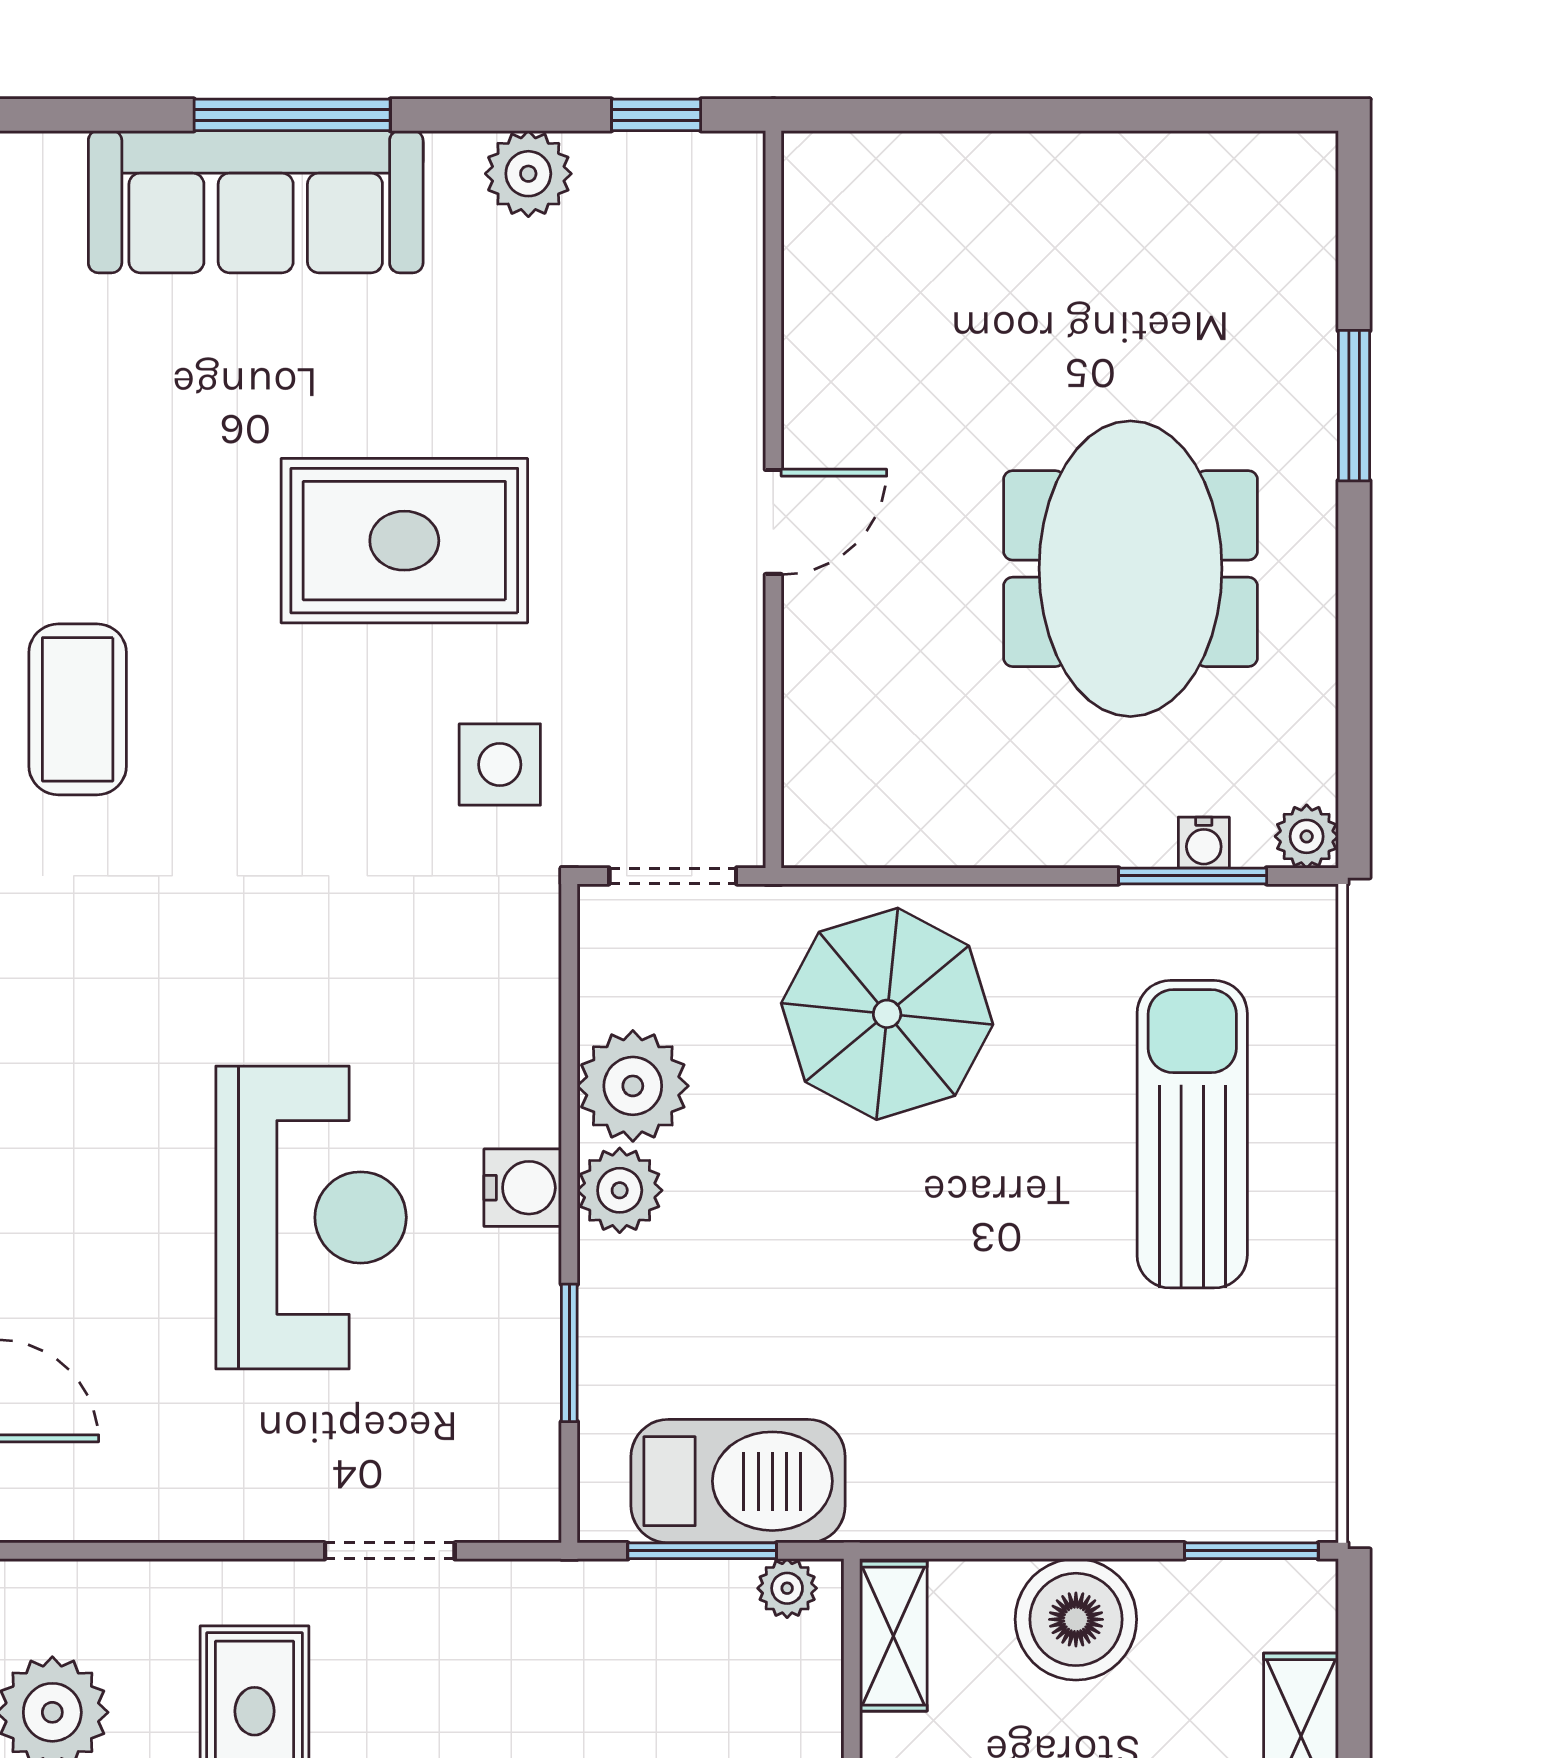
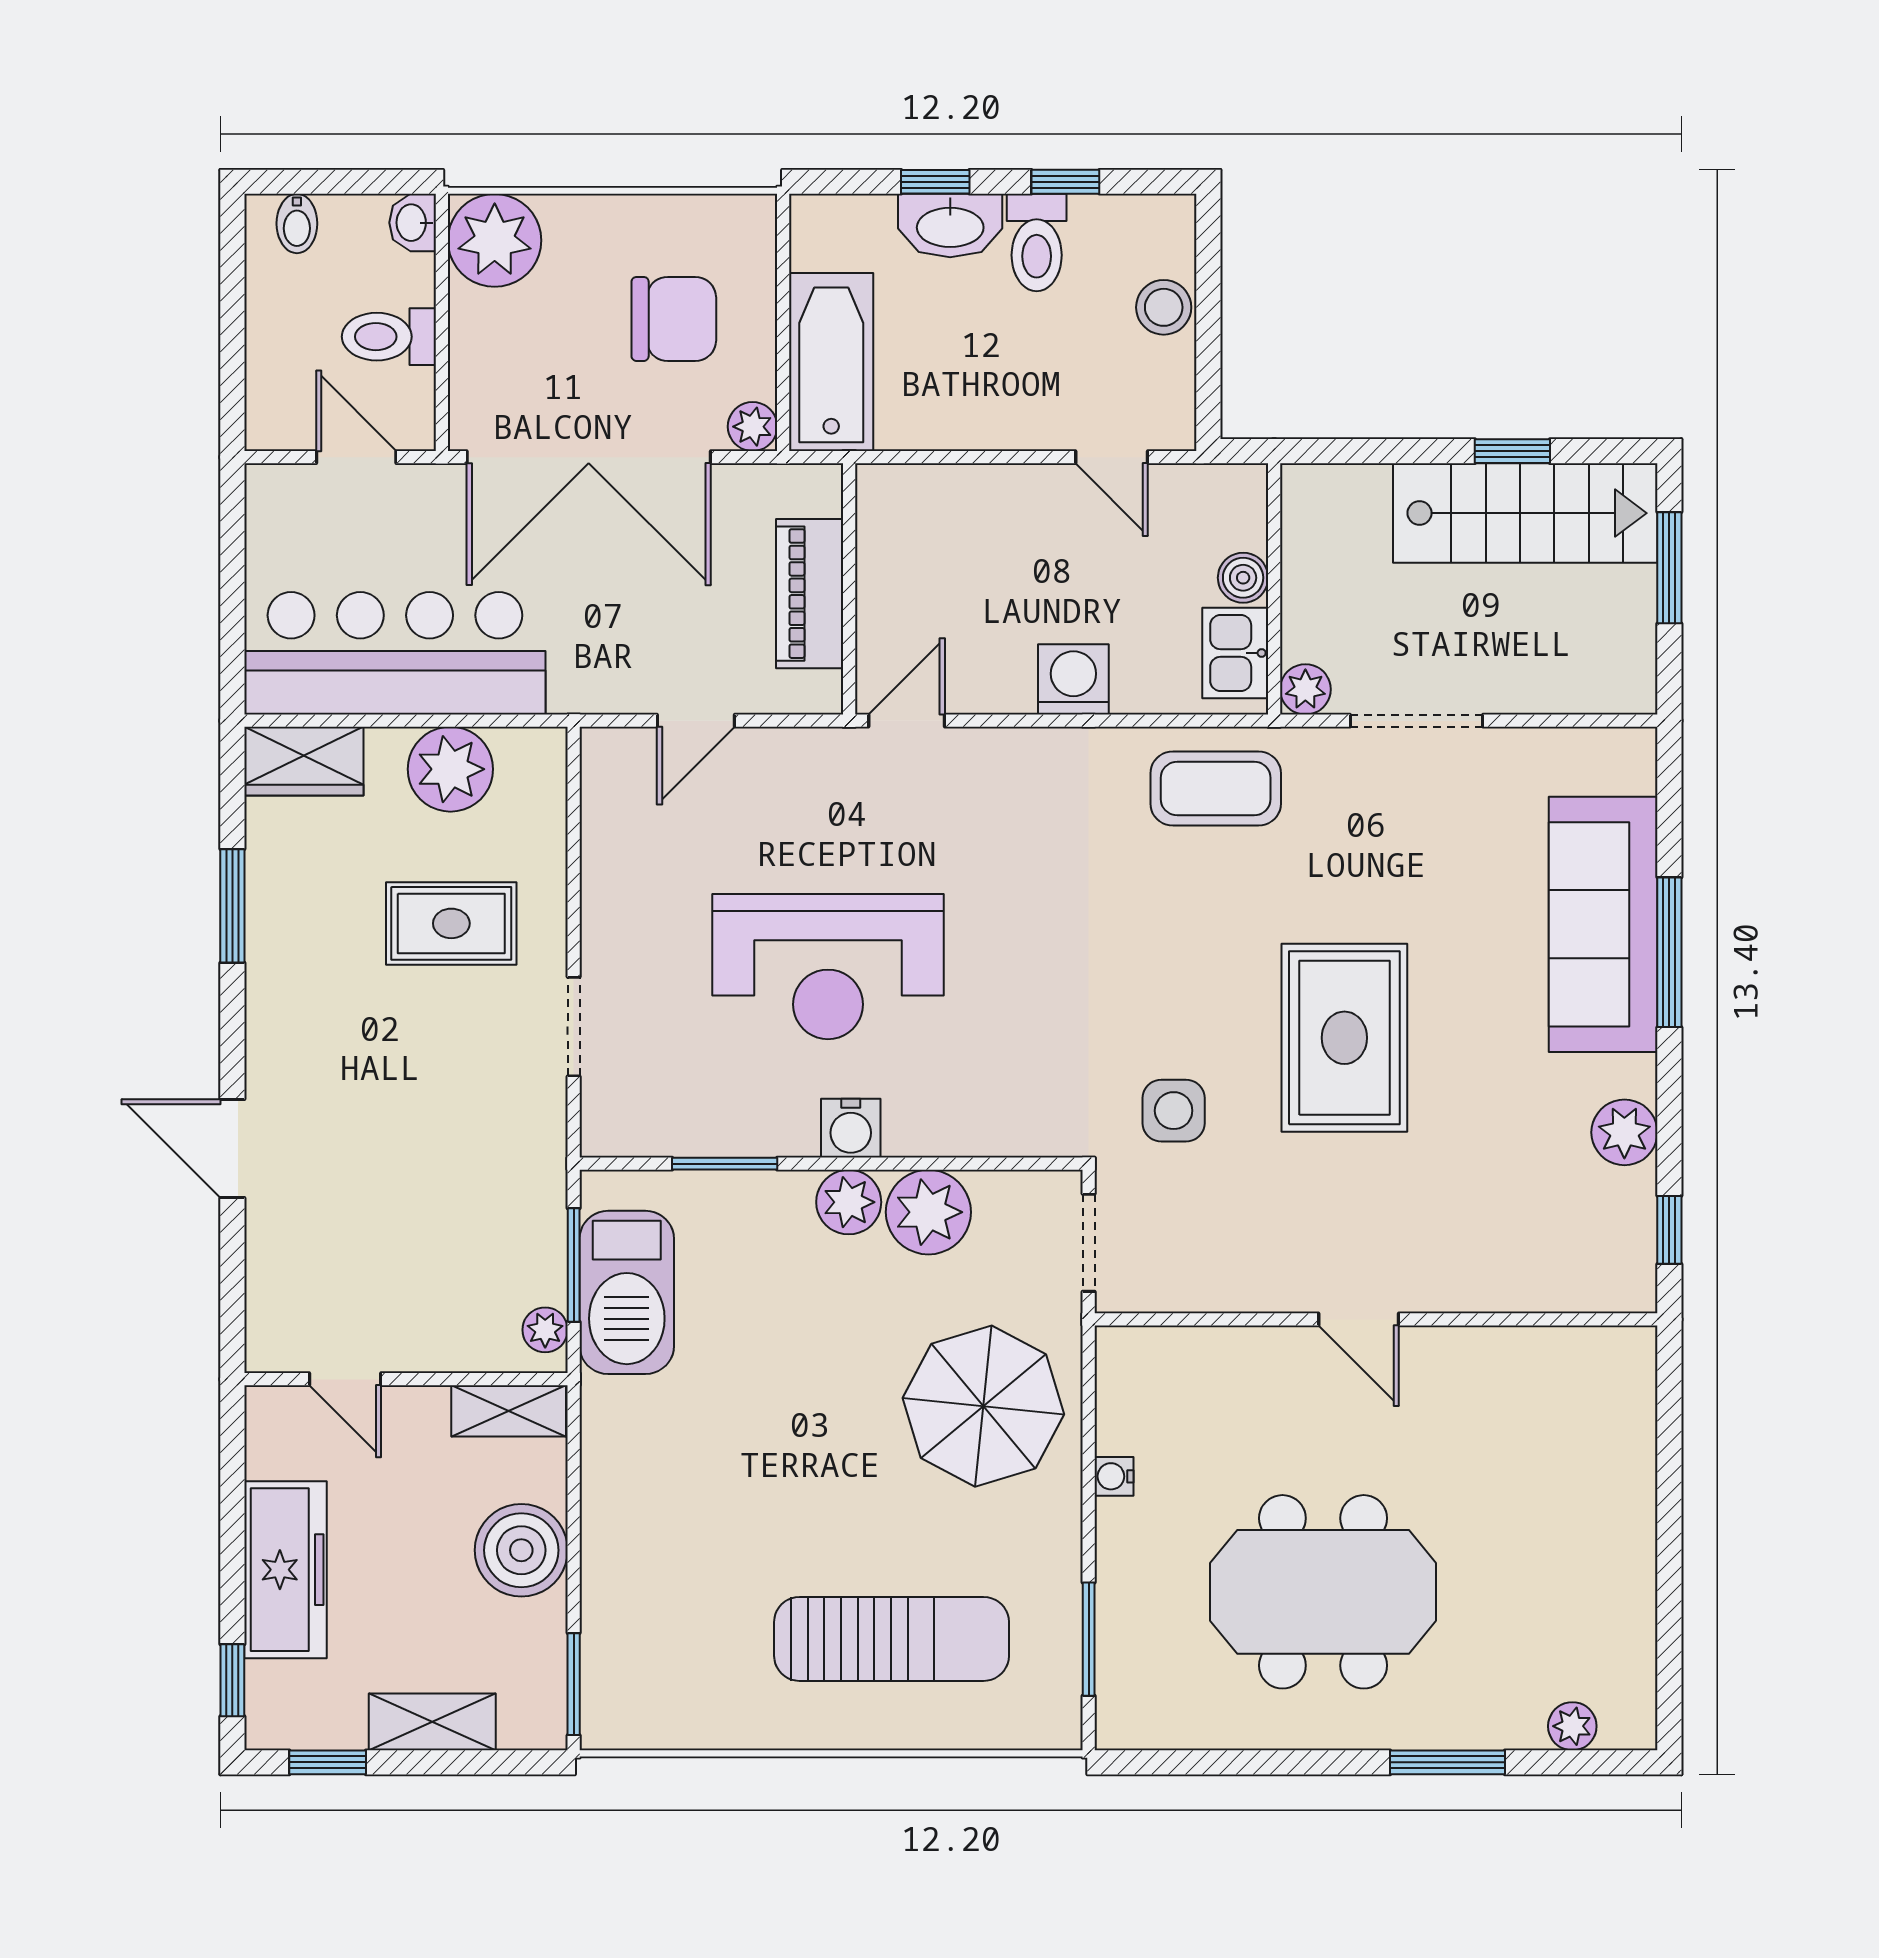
plant: (1307, 836) -> (1572, 1726), moved
water cooler: (1204, 843) -> (1114, 1476), moved

